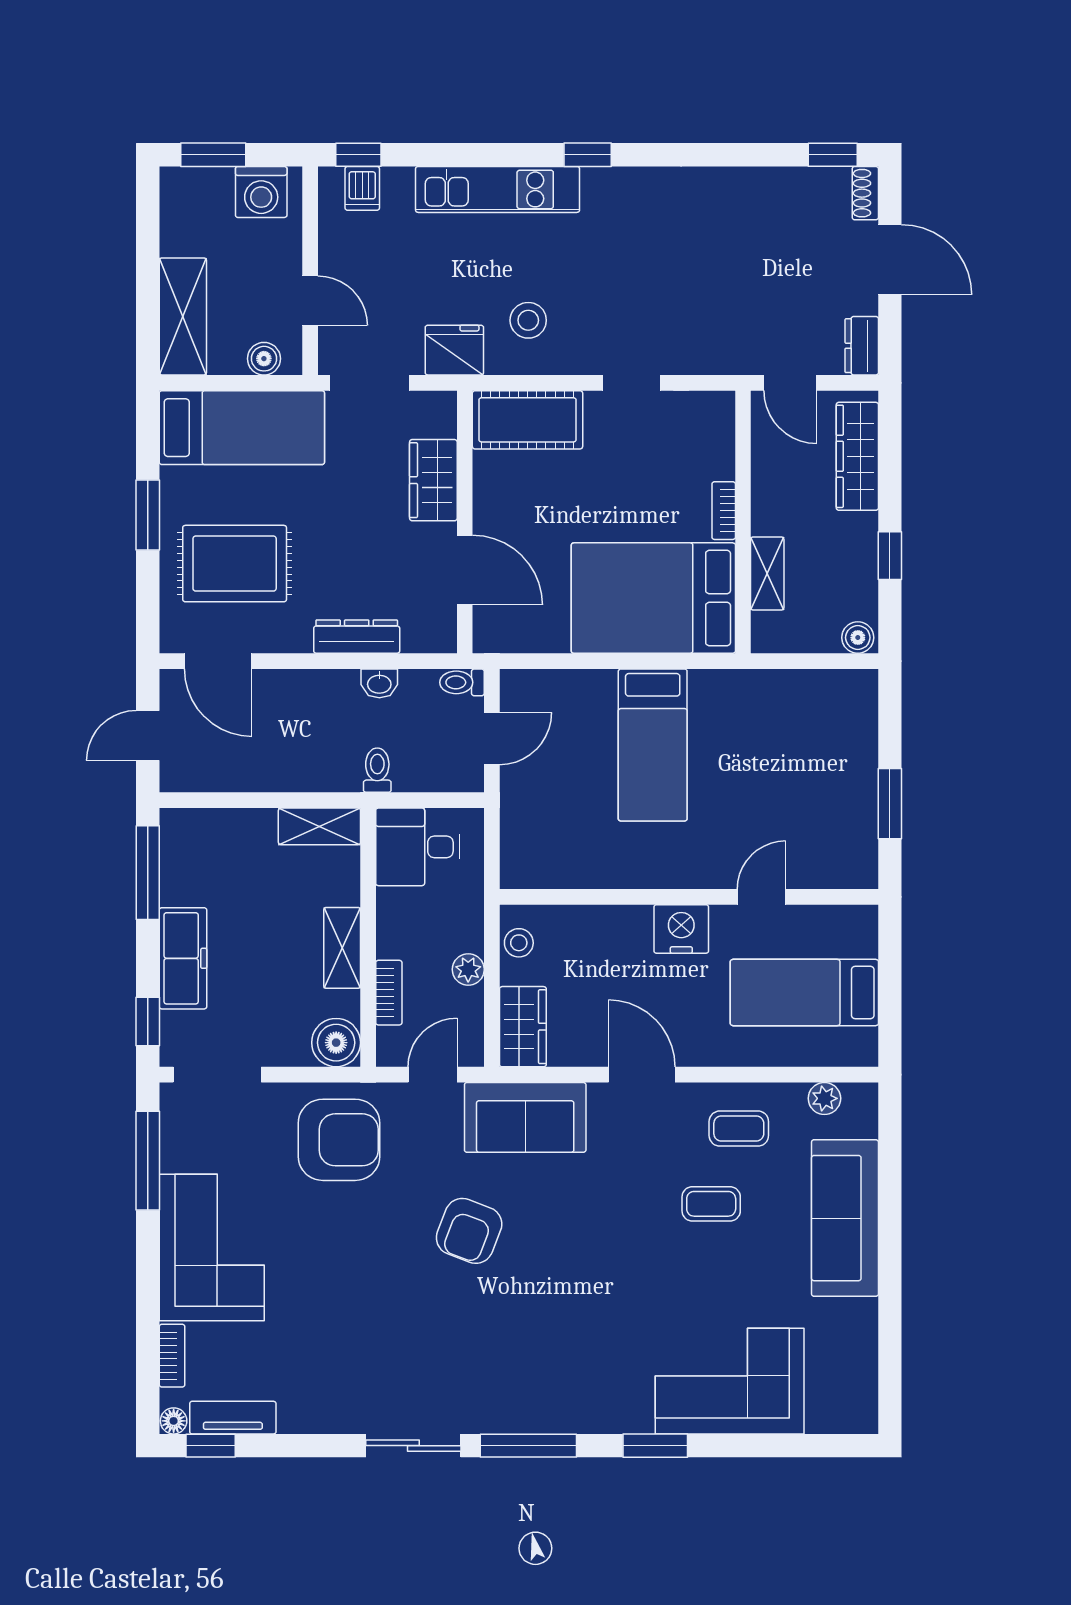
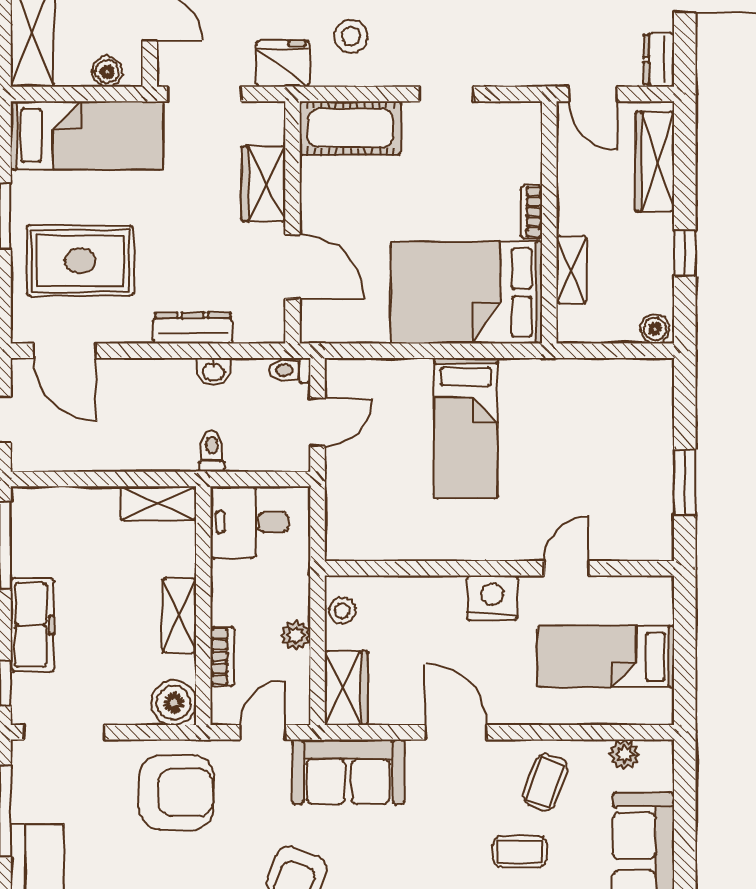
coffee table: (739, 1129) -> (545, 782), turned -70

